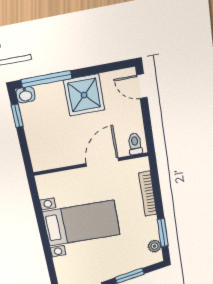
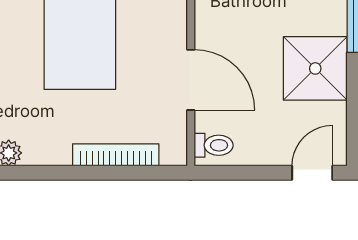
window: (163, 233) -> (34, 173), removed

